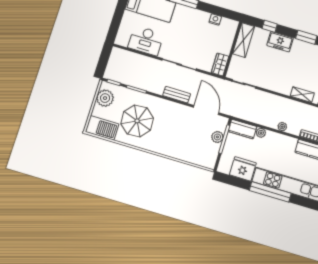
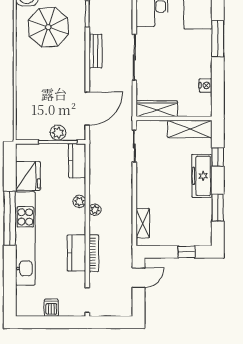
freezer: (280, 42) -> (202, 176), width x1.40
wardrobe: (220, 64) -> (157, 109), width x1.50
bench: (177, 95) -> (96, 51), moved
plant: (261, 133) -> (79, 202), moved

